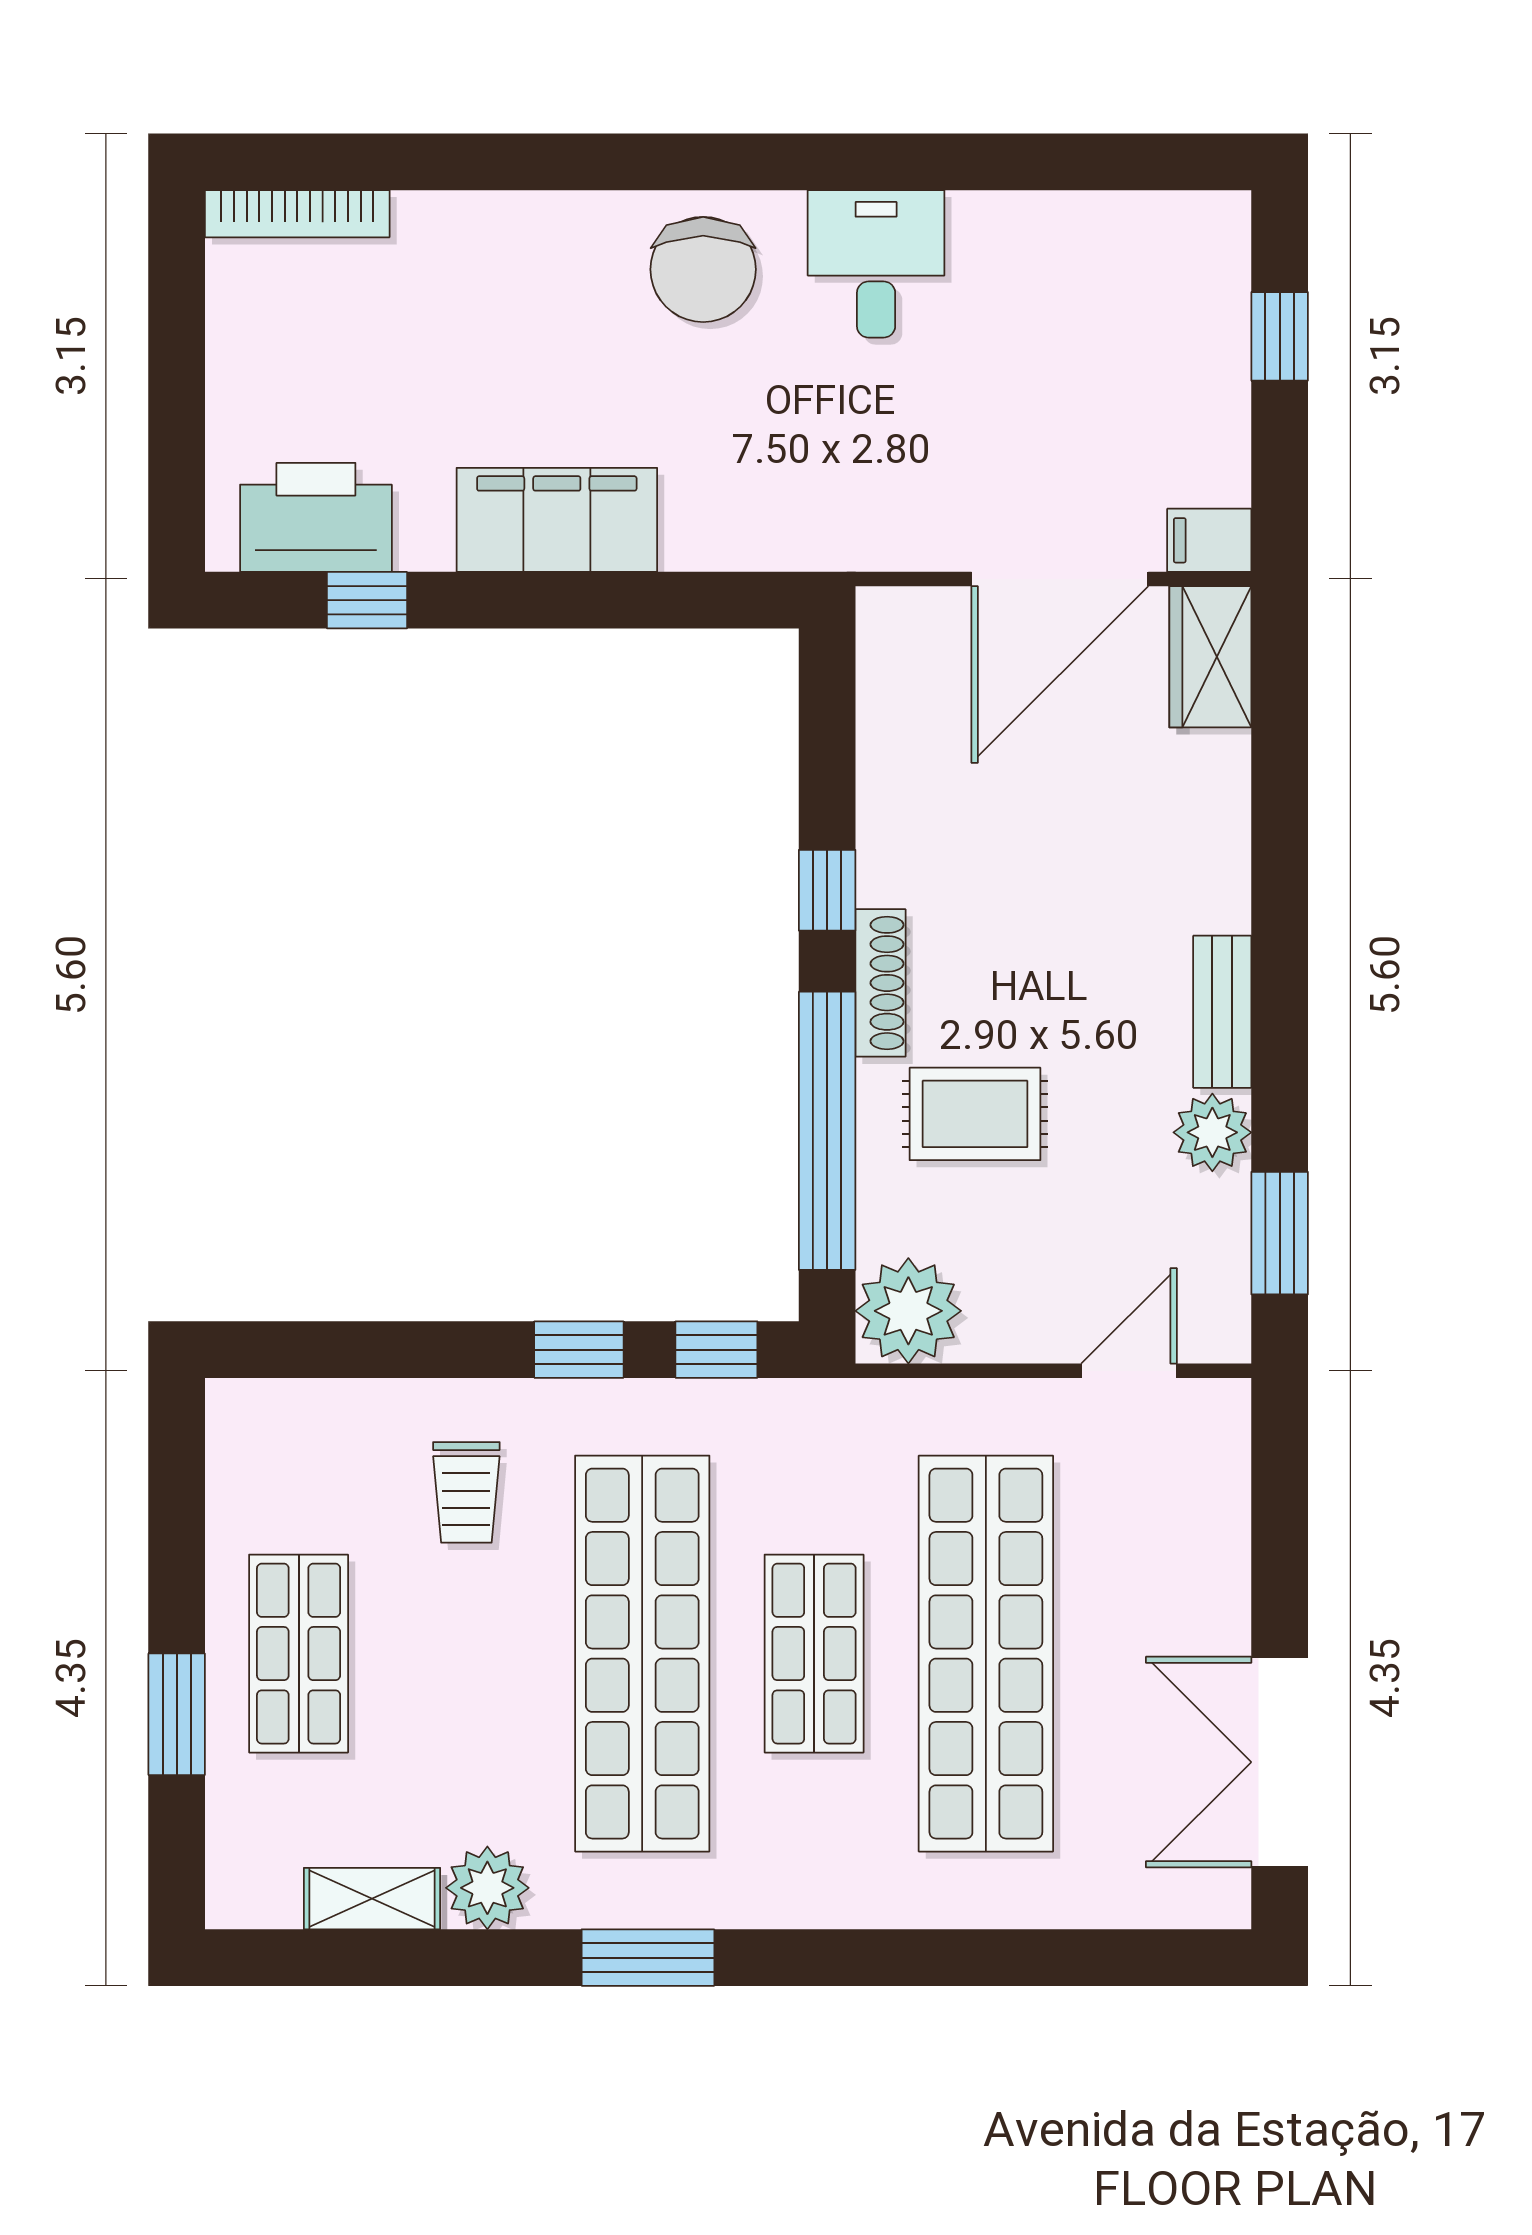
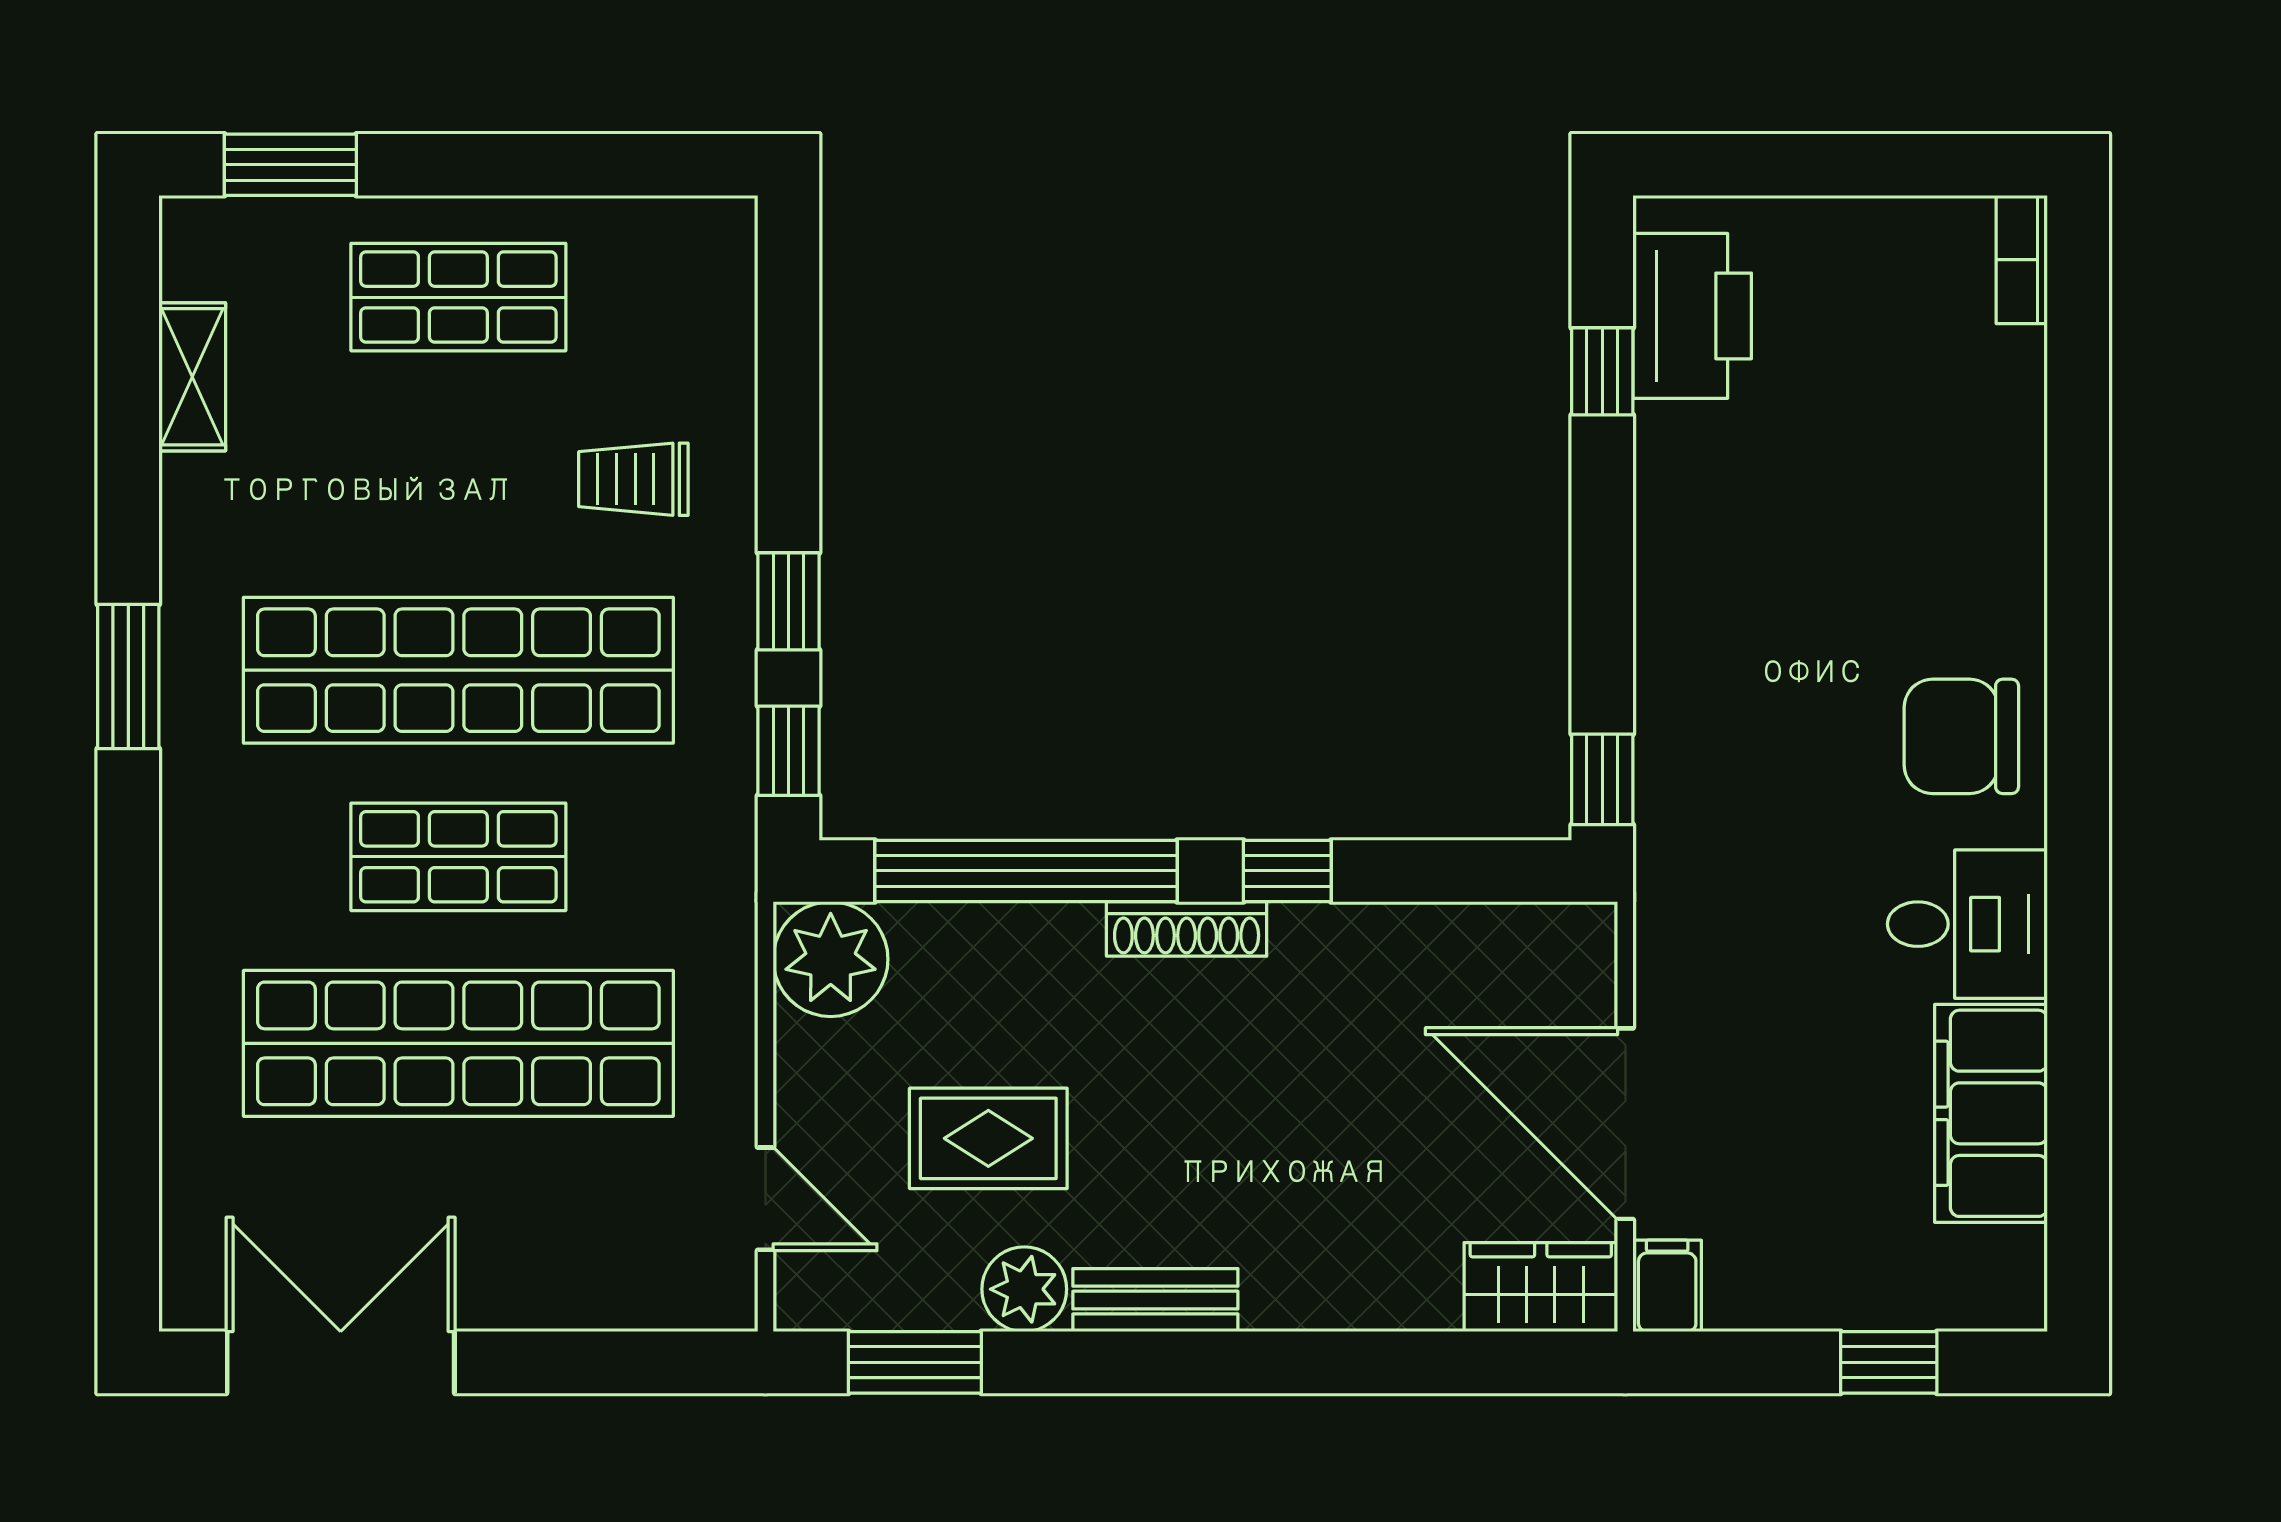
bookcase: (297, 214) -> (2022, 260), width x0.64
filing cabinet: (557, 520) -> (1991, 1113), moved, turned 180
window: (743, 600) -> (1602, 779), added
rug: (975, 1114) -> (988, 1138), moved, turned 90
window: (177, 1714) -> (290, 165), moved
plant: (487, 1888) -> (204, 502), removed

